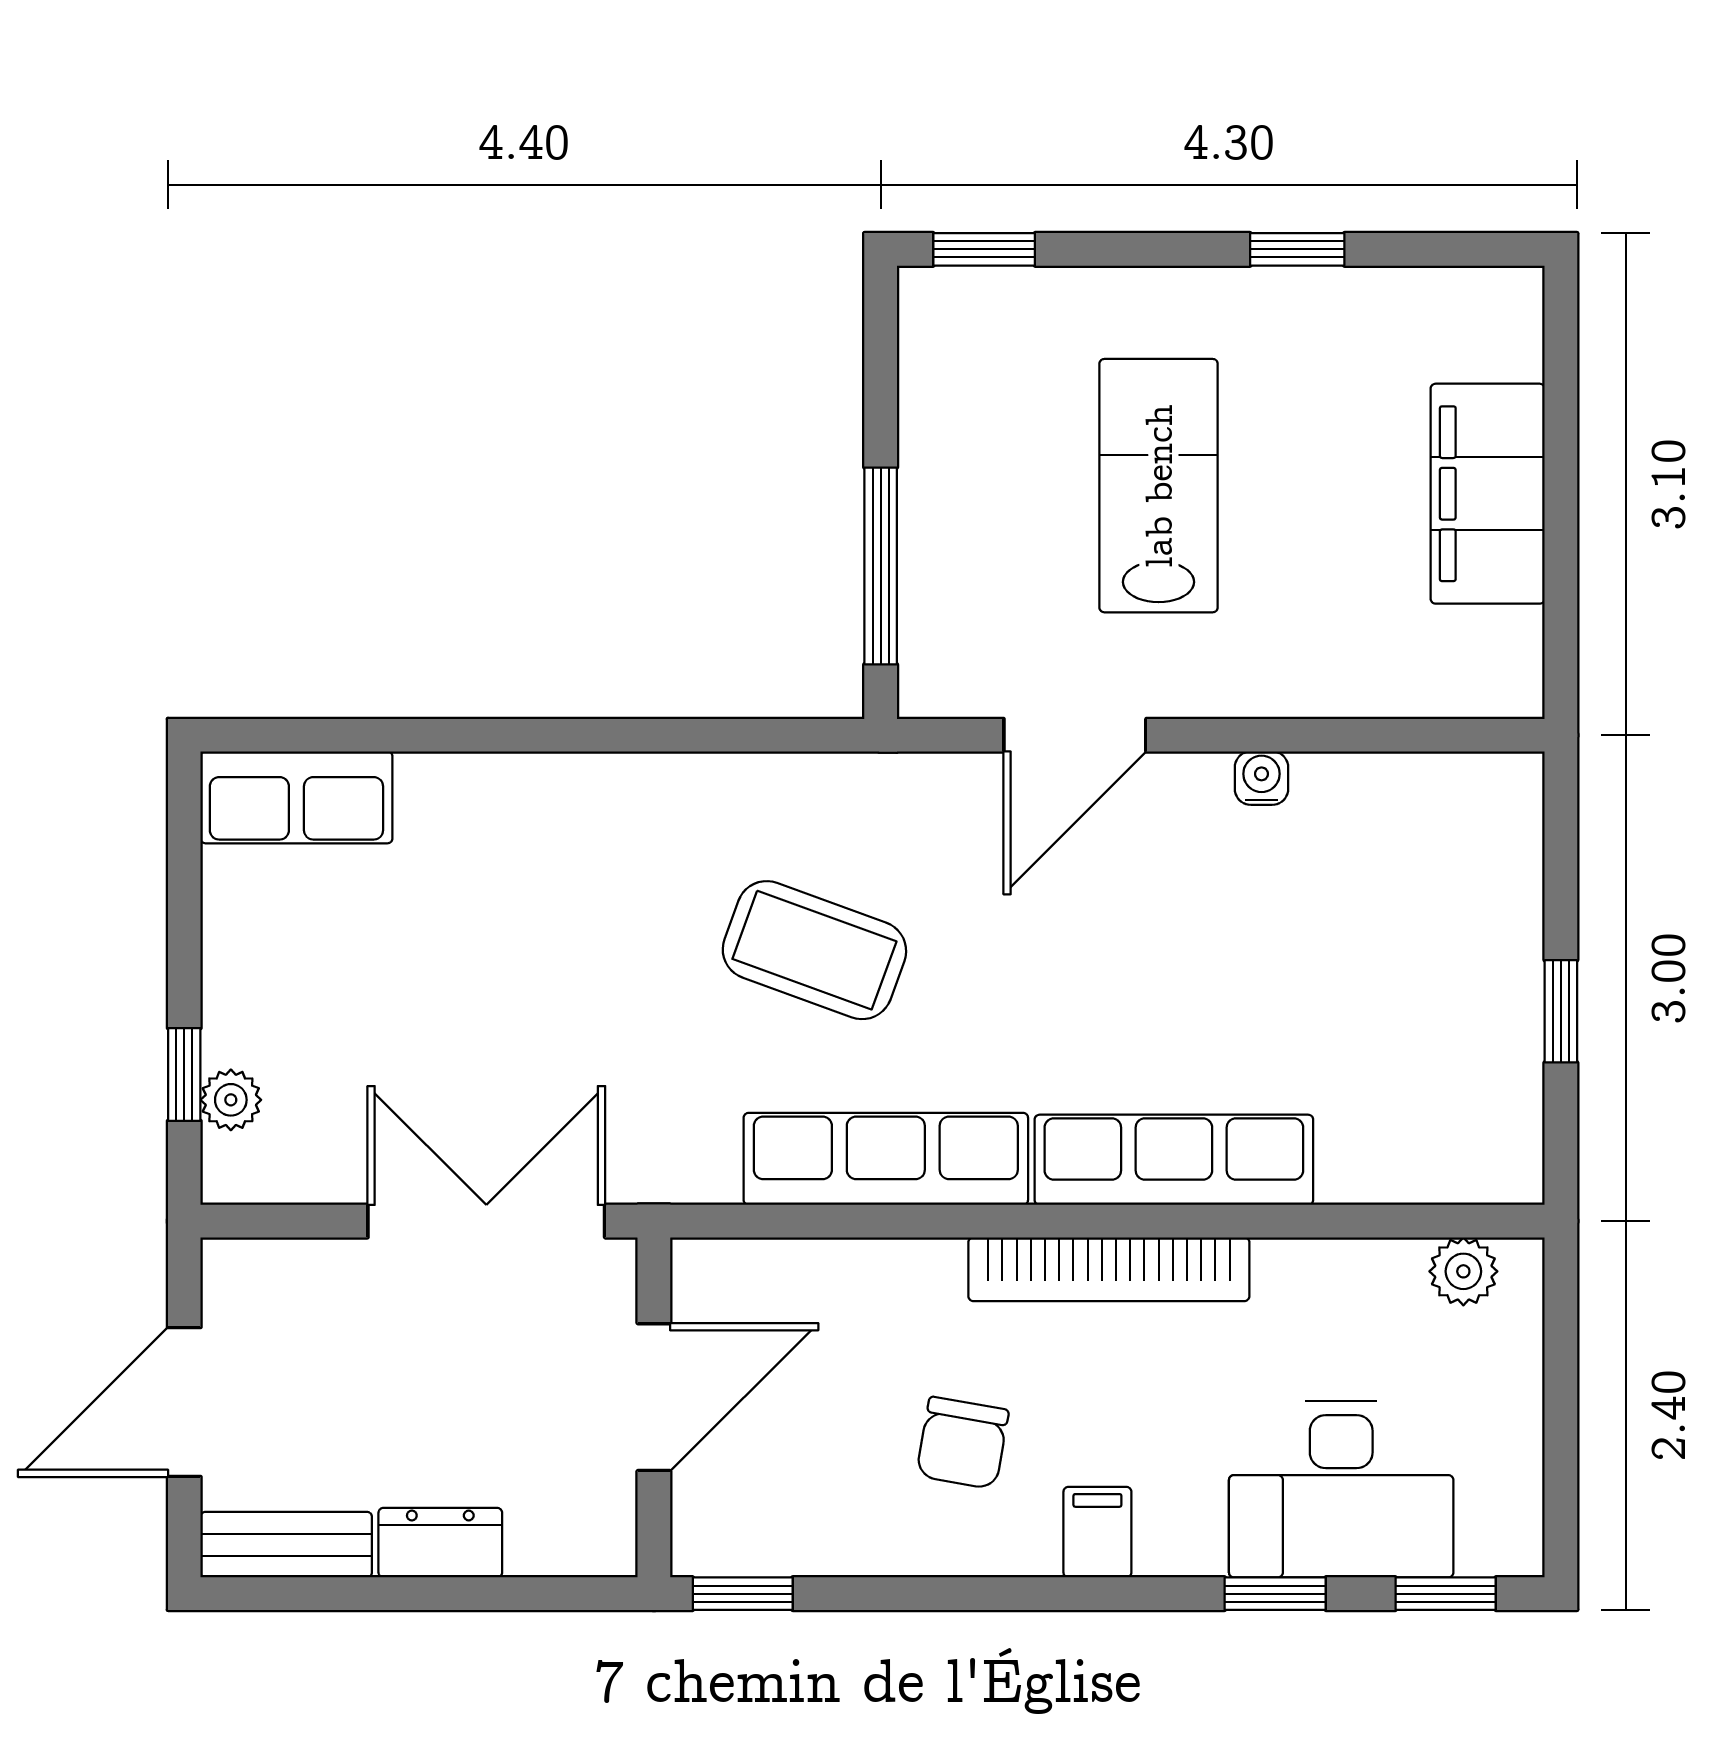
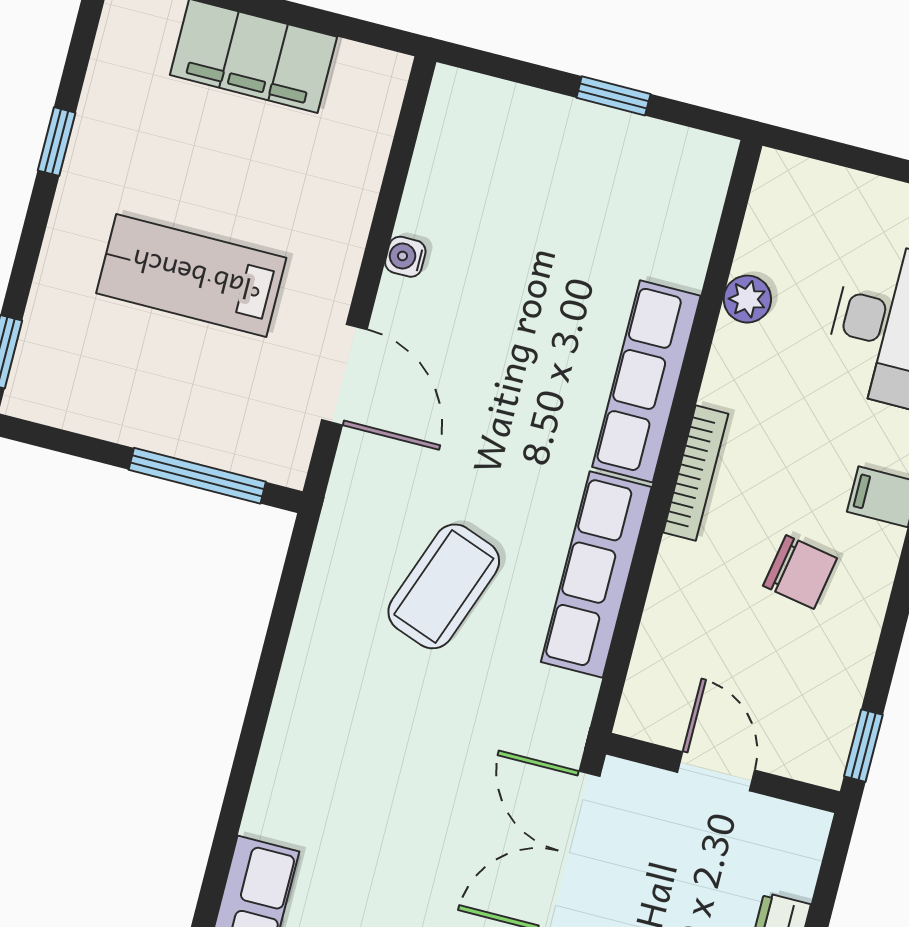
bookcase: (1109, 1269) -> (696, 473), width x0.68, depth x0.76
plant: (1463, 1271) -> (747, 299), moved
door: (654, 1397) -> (716, 771), width x0.73

